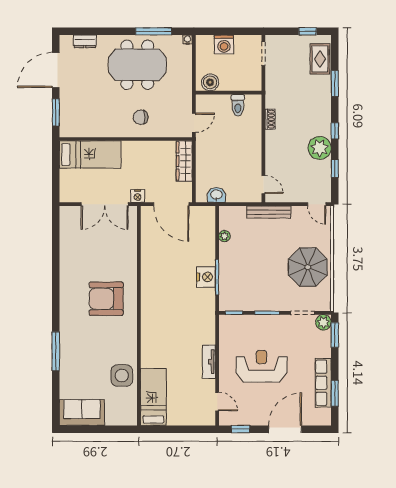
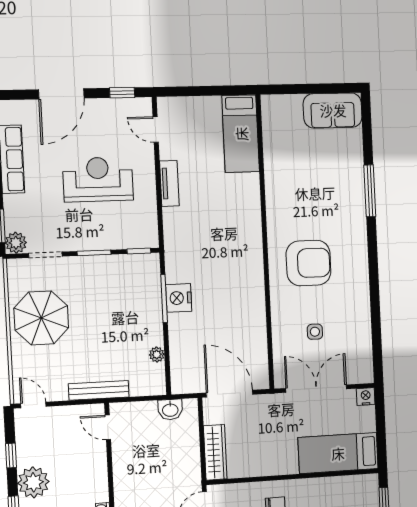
nightstand: (138, 196) -> (366, 396), moved
reception desk: (261, 366) -> (98, 179), turned 180
side table: (122, 375) -> (315, 332), moved, width x0.54, depth x0.54

